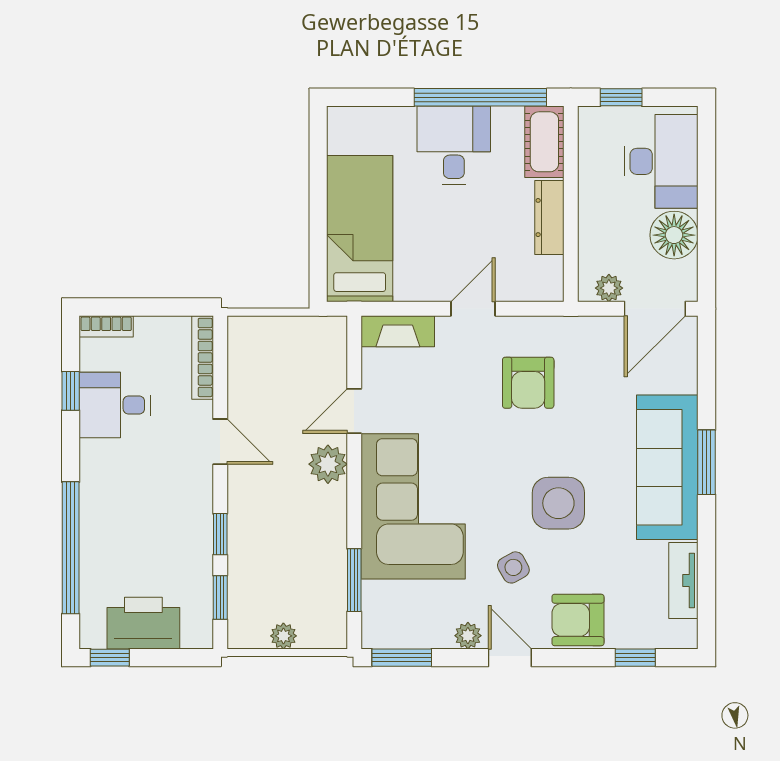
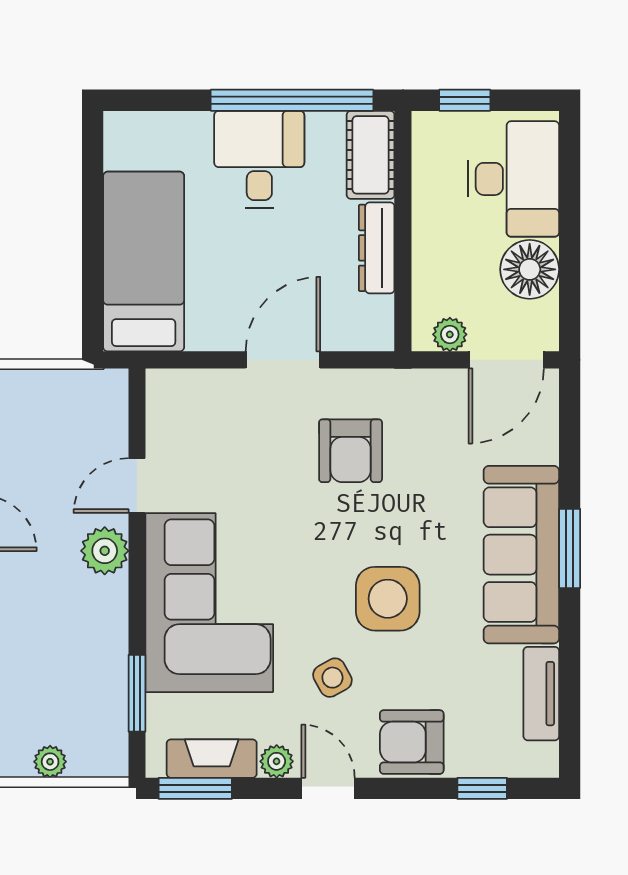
door: (473, 309) -> (283, 360), width x1.38
fireplace: (398, 331) -> (212, 759), moved, turned 180

